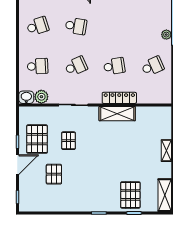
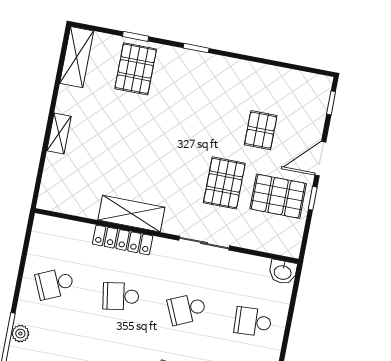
plant: (41, 97) -> (257, 268), removed
pallet: (37, 139) -> (278, 196), turned 90
pallet: (69, 141) -> (224, 183), width x1.50, depth x1.42

